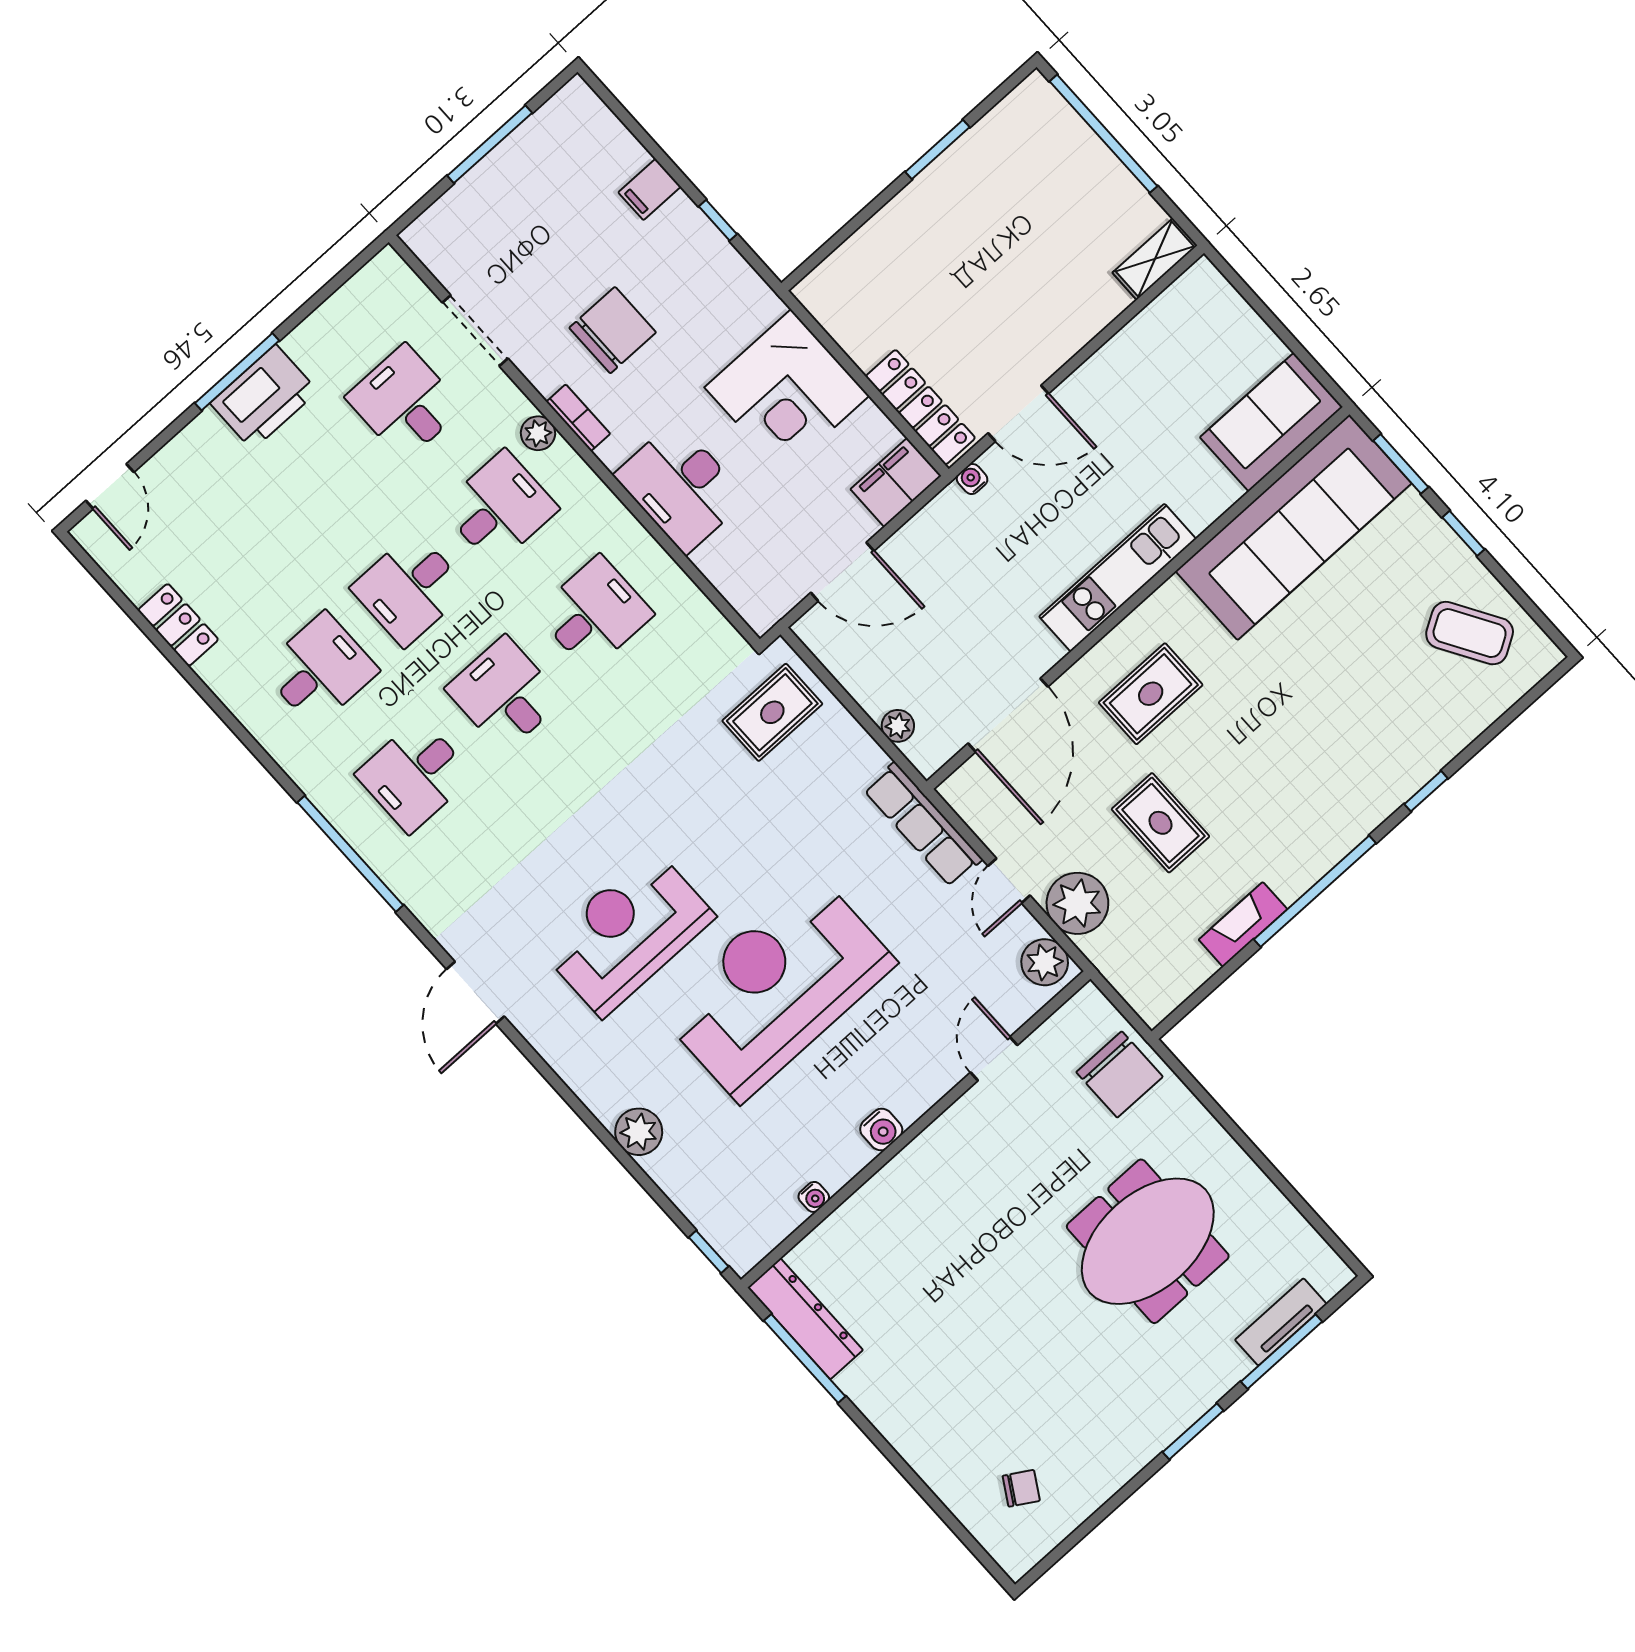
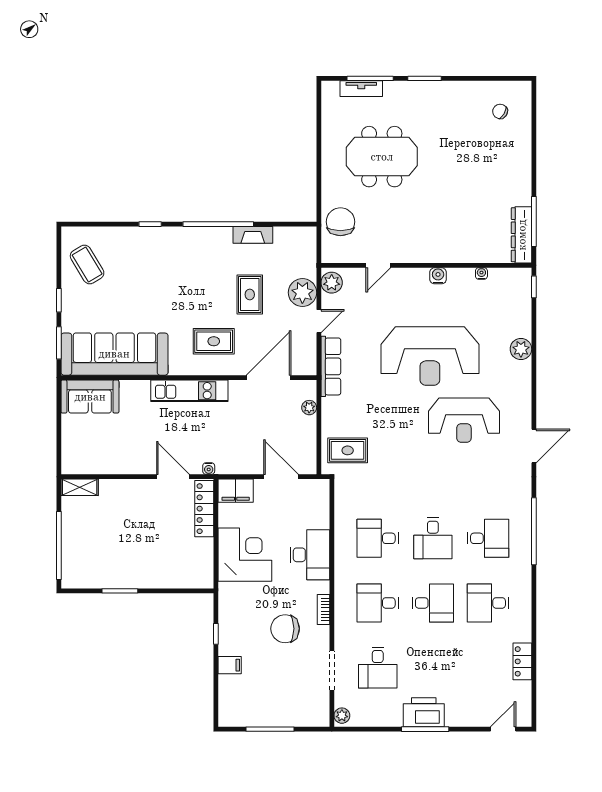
plant: (538, 433) -> (342, 716), moved

